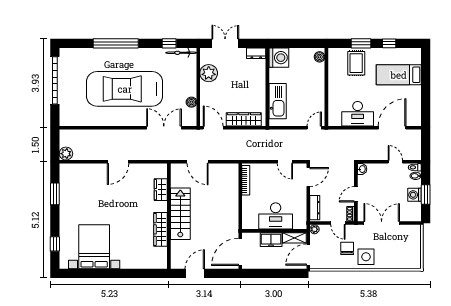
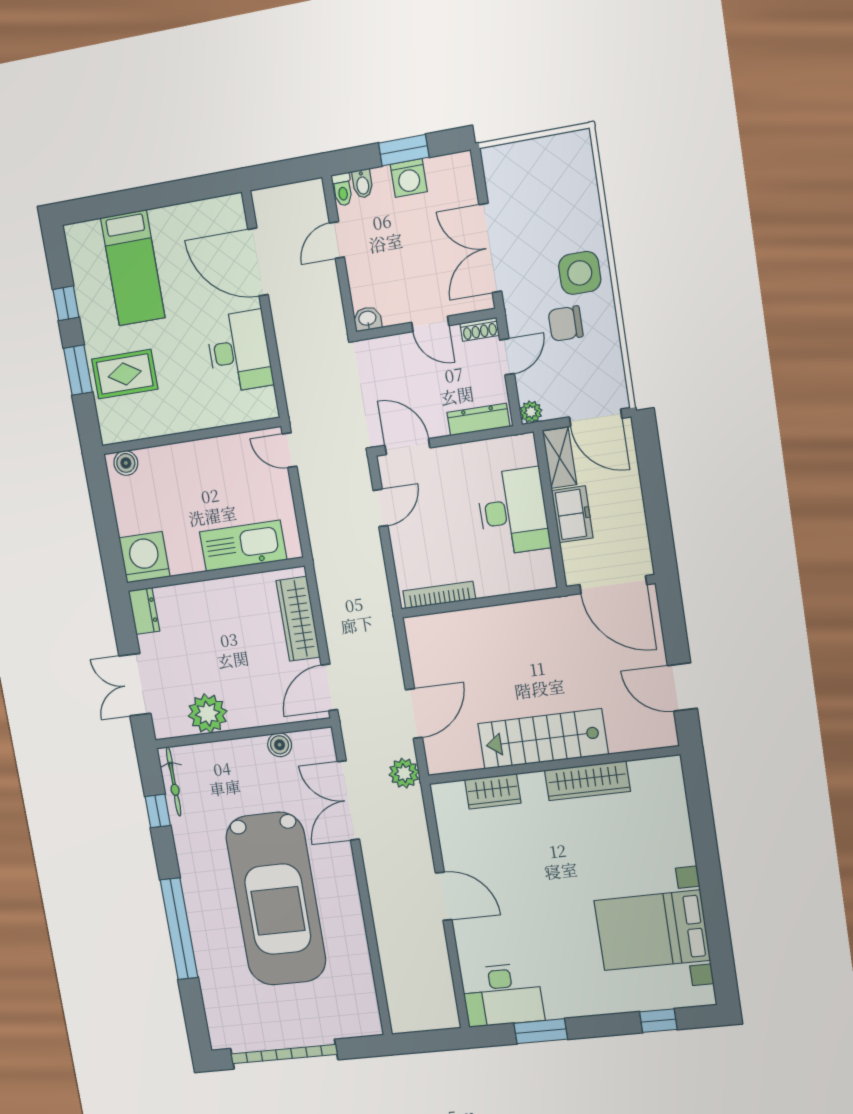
plant: (66, 154) -> (404, 773), moved
desk: (72, 180) -> (502, 995), added

